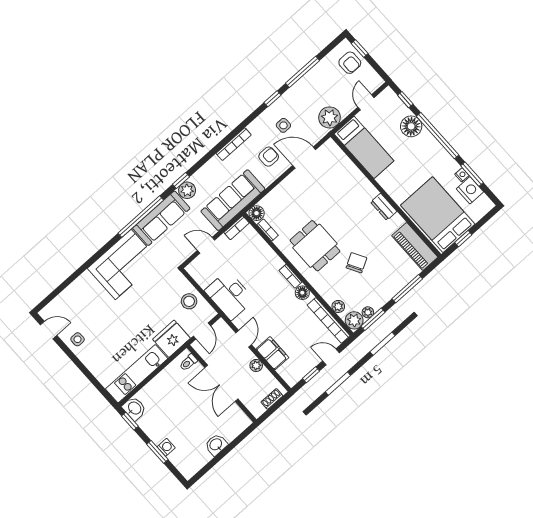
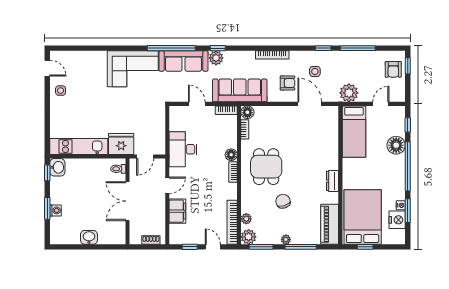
chair: (356, 263) -> (283, 201), turned -79
floor lamp: (302, 293) -> (231, 155), moved
stool: (189, 301) -> (154, 130), removed
plant: (368, 312) -> (286, 240), moved
plant: (256, 365) -> (160, 210), removed

